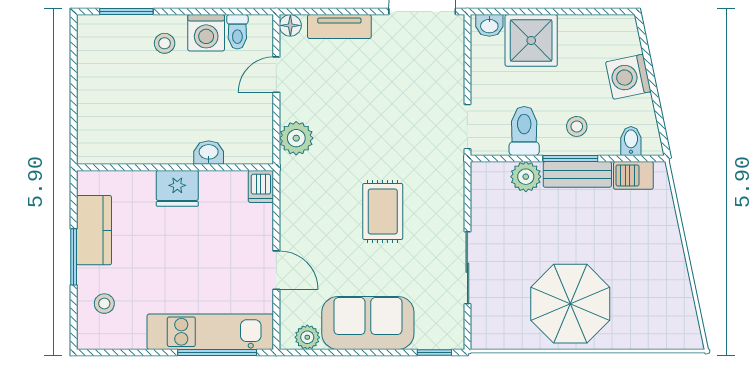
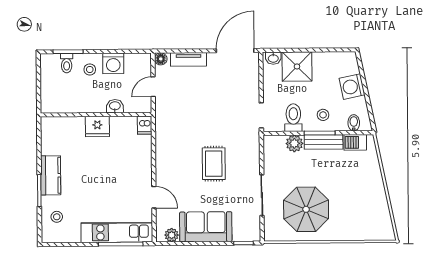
toilet: (237, 32) -> (67, 63), moved
plant: (296, 138) -> (165, 123), removed
washbasin: (209, 153) -> (115, 106), moved
wall: (175, 167) -> (96, 115), moved
dishwasher: (261, 186) -> (145, 125), moved
fridge: (177, 188) -> (97, 126), moved
parasol: (570, 304) -> (306, 209), moved

